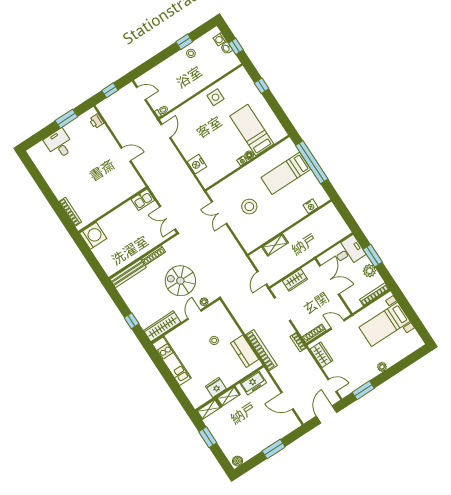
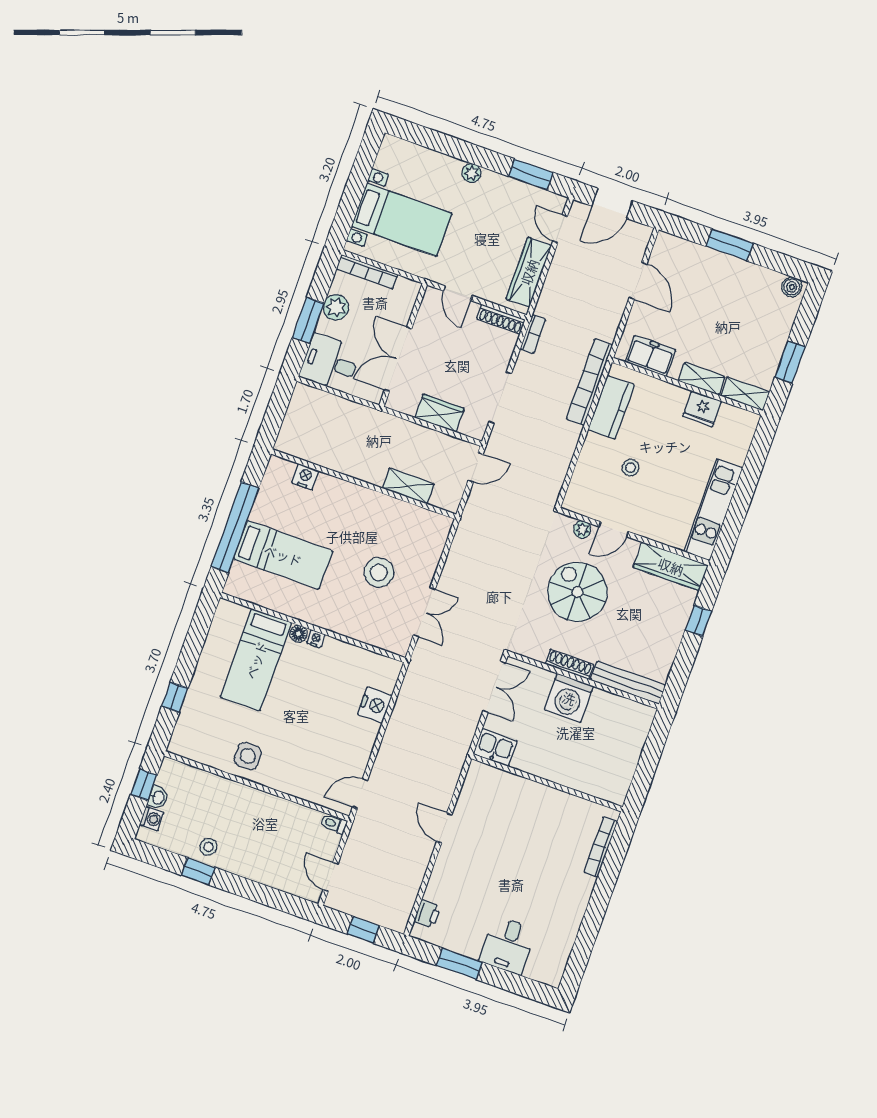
washing machine: (93, 236) -> (569, 698), moved, turned -90
spiral stairs: (180, 281) -> (577, 592), turned 180
wardrobe: (321, 355) -> (529, 272), width x1.50

